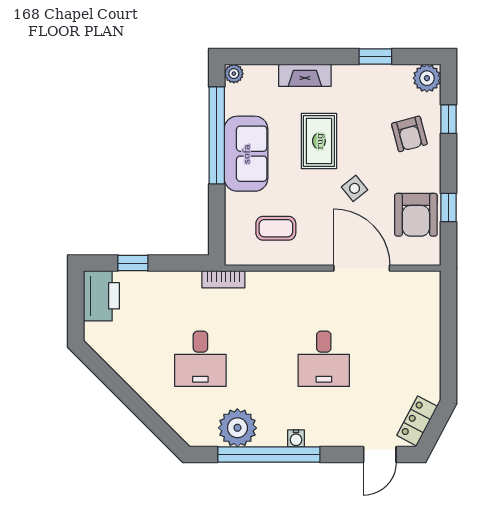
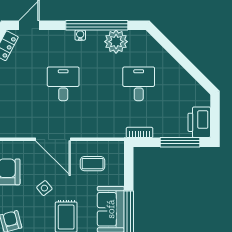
window: (133, 263) -> (180, 142), width x2.17
door: (362, 268) -> (53, 139), moved
bookcase: (223, 279) -> (140, 132), moved

